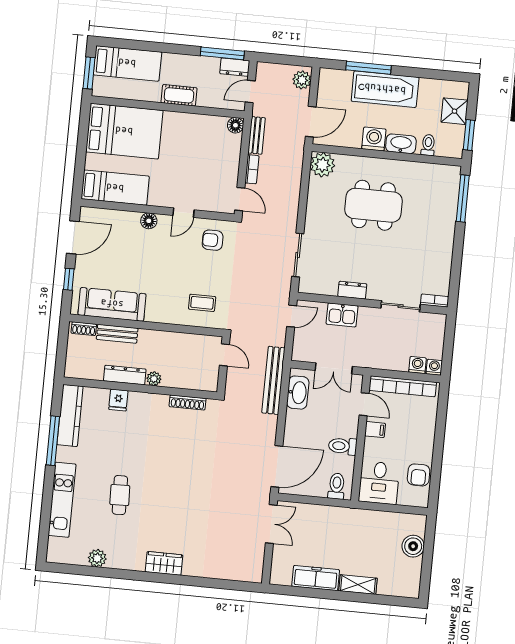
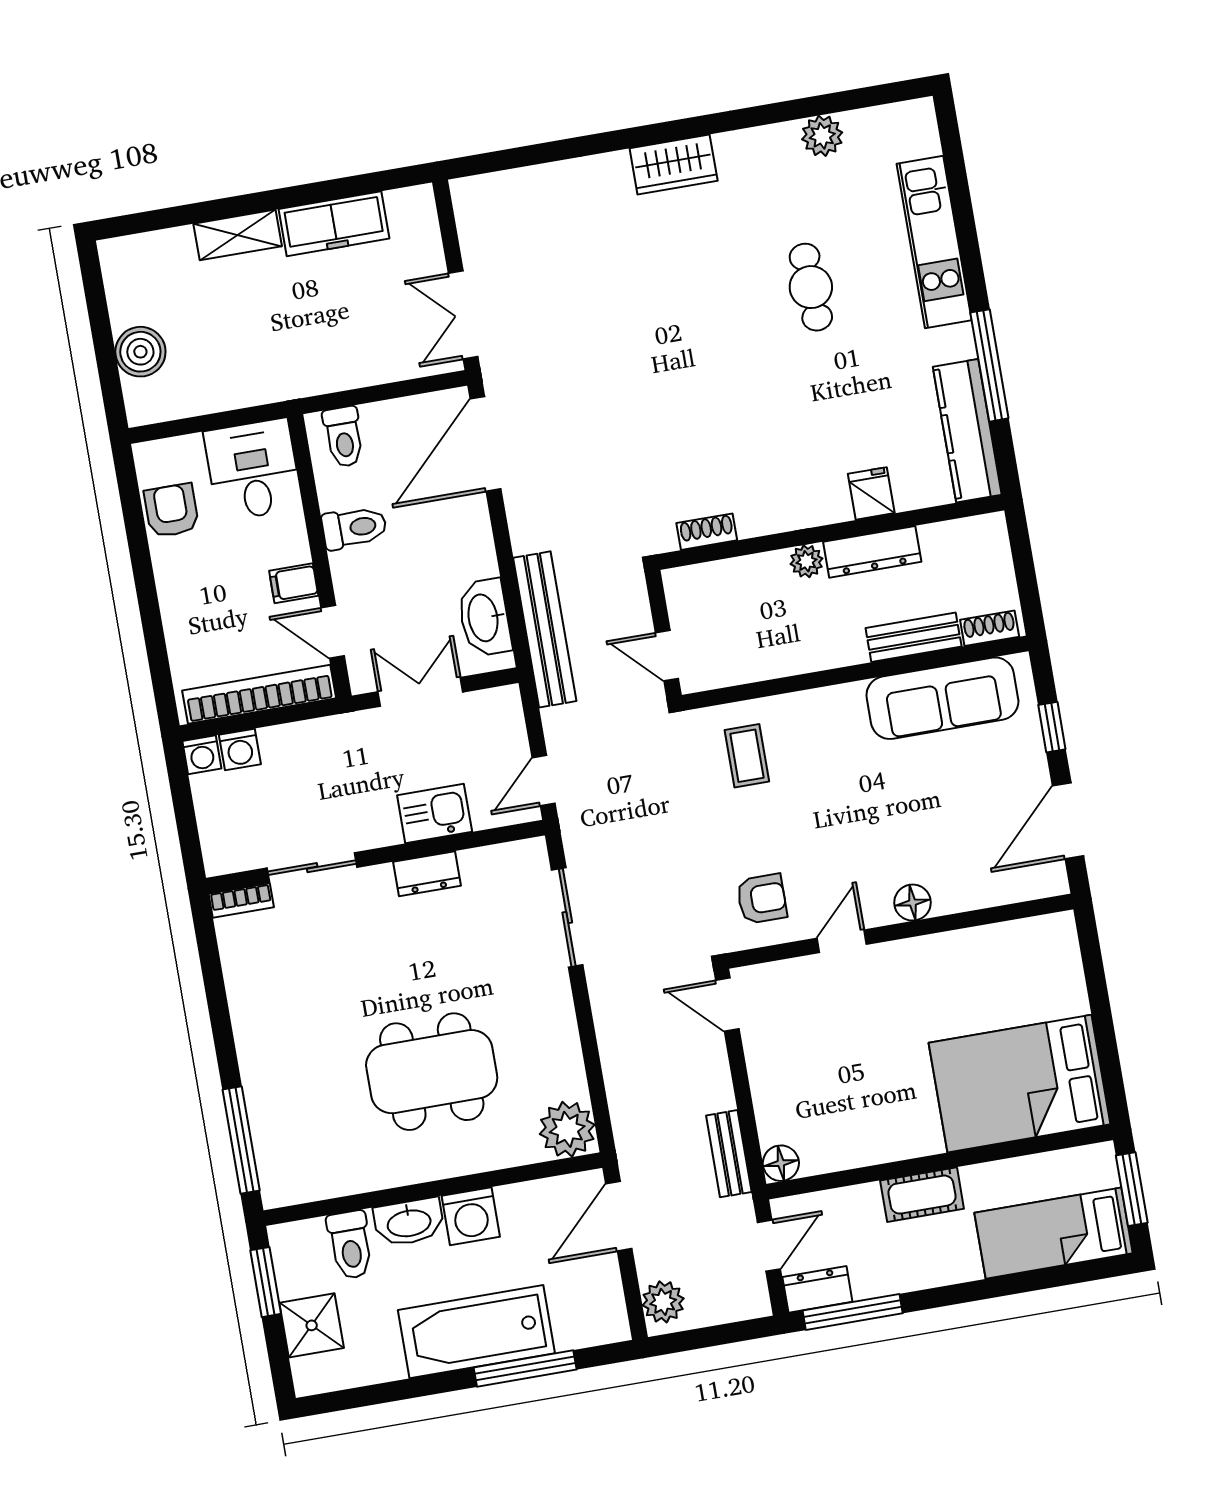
toilet: (428, 145) -> (350, 1245), width x1.37, depth x1.39
bookcase: (252, 169) -> (719, 1077), removed
bed: (115, 188) -> (1006, 955), removed
coffee table: (202, 303) -> (747, 756), turned 90
shoe rack: (188, 402) -> (707, 532), width x0.70

